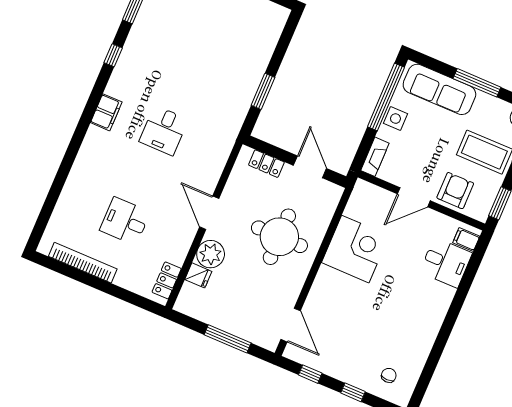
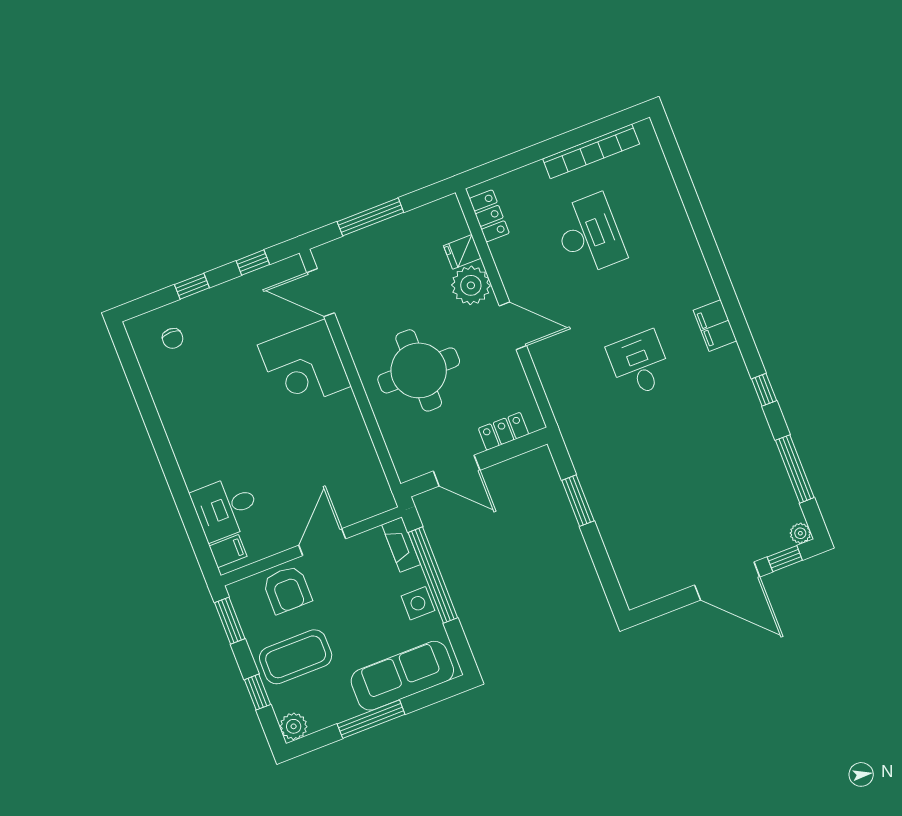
window: (386, 97) -> (433, 575), moved
desk: (125, 221) -> (589, 235), width x1.37
corner desk: (355, 249) -> (304, 366), moved

